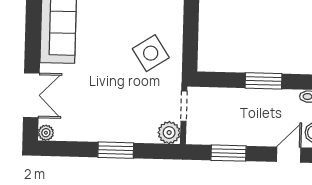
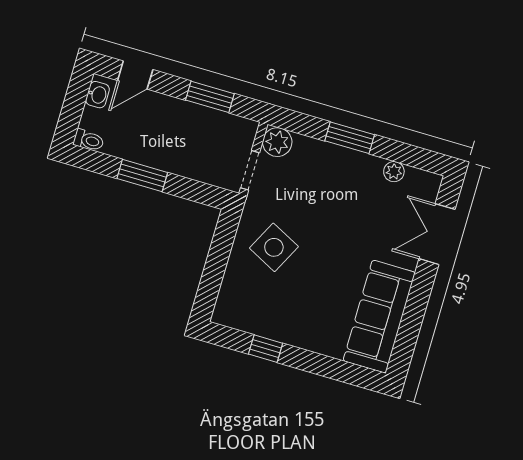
side table: (151, 53) -> (274, 247), turned -30
plant: (46, 133) -> (394, 172), moved

